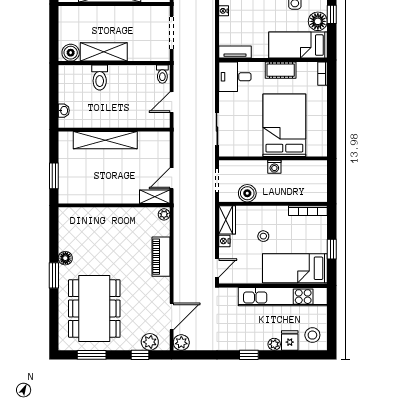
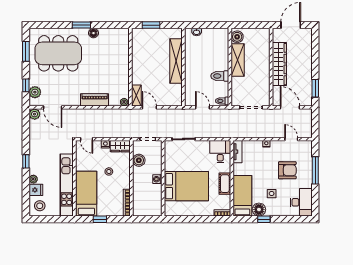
toilet: (100, 77) -> (220, 76), moved

